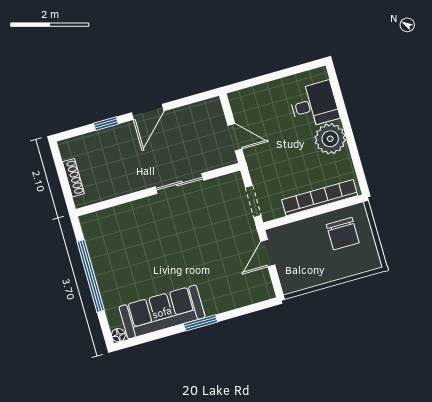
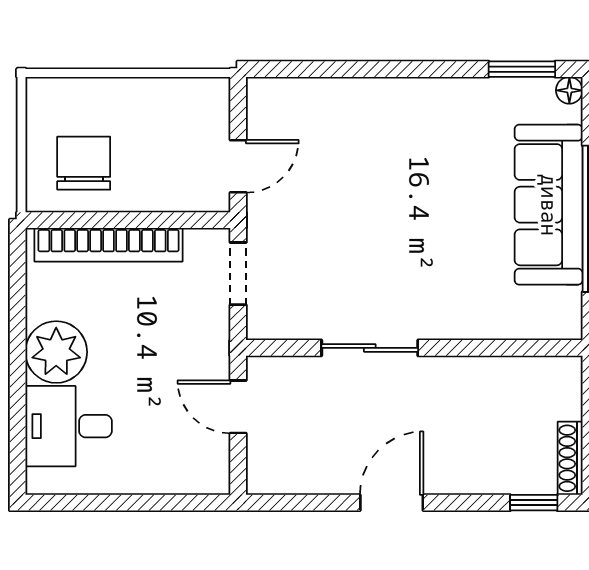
window: (106, 124) -> (534, 503), moved
shoe rack: (73, 178) -> (570, 458), moved
sofa: (162, 312) -> (549, 205), moved, turned 90
window: (201, 323) -> (522, 69), moved

